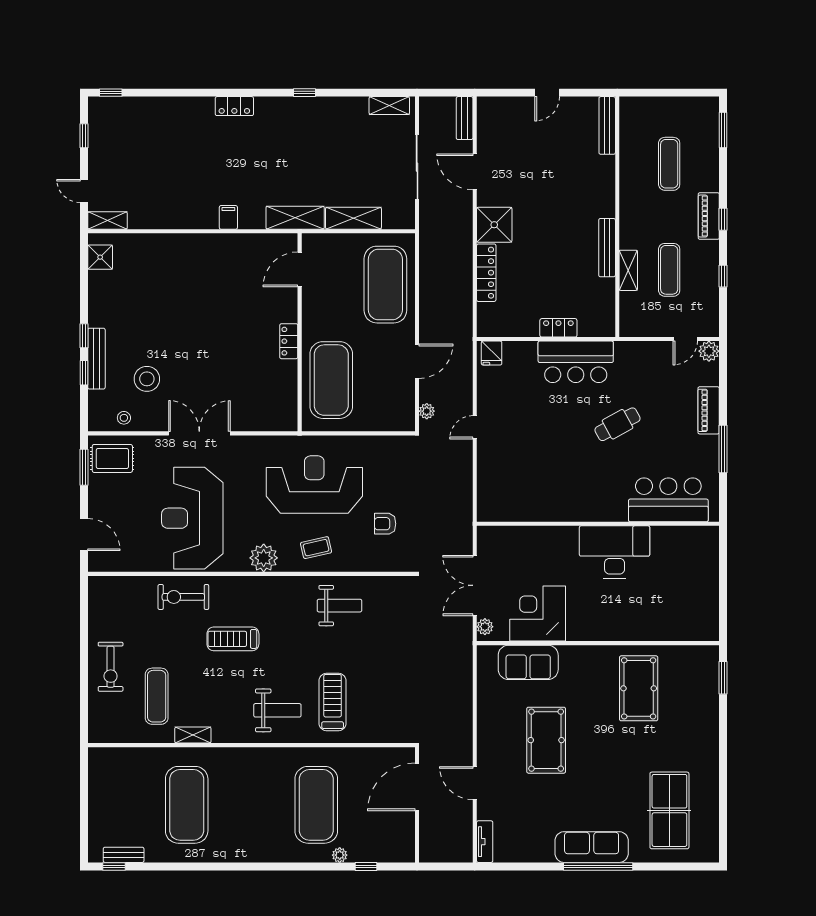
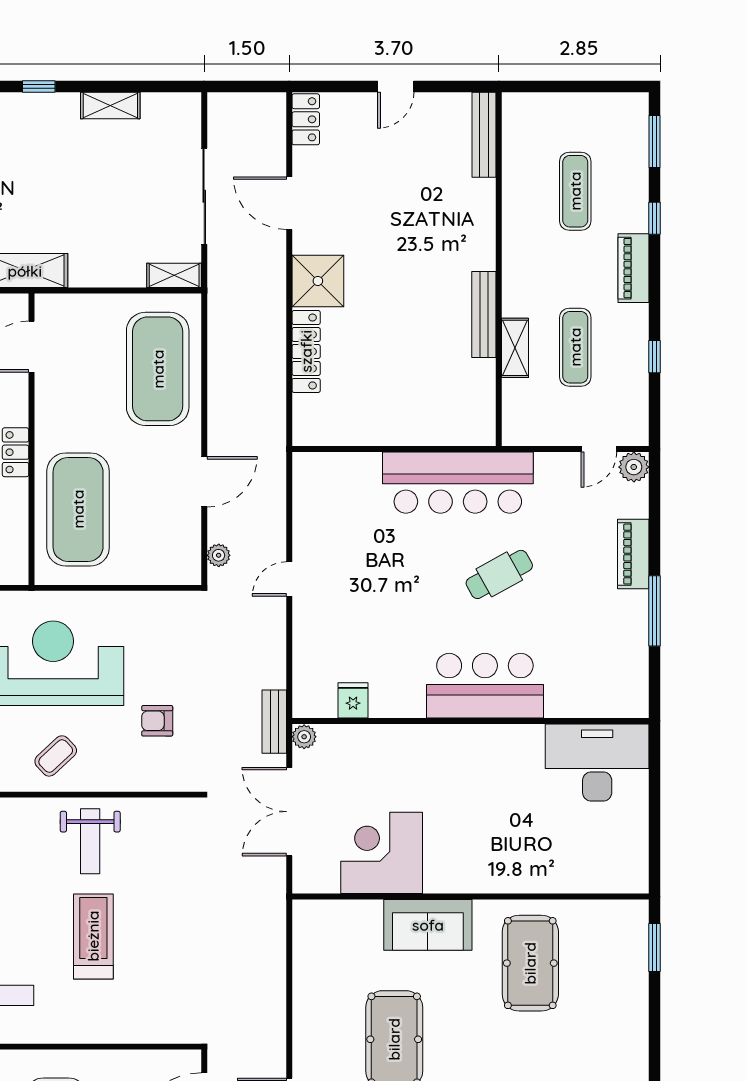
shelving: (389, 106) -> (110, 106), moved
bench: (465, 118) -> (274, 722), moved
shelving: (353, 218) -> (174, 275), moved, width x0.67, depth x0.75
window: (723, 219) -> (655, 218), moved
locker: (558, 328) -> (306, 119), moved, turned 90
fridge: (492, 353) -> (353, 700), moved, turned 180
bar counter: (576, 362) -> (458, 483), width x1.36
bar counter: (668, 500) -> (485, 686), moved
coffee table: (316, 548) -> (56, 756), turned -30
desk: (615, 552) -> (597, 762), moved
weight bench: (339, 606) -> (90, 841), turned 90
plant: (485, 627) -> (304, 737), moved
sofa: (528, 662) -> (428, 925), moved
treadmill: (333, 702) -> (93, 936), moved

